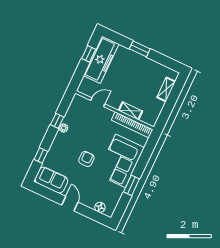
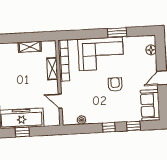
shelving: (166, 89) -> (30, 47), moved
window: (57, 121) -> (109, 127), moved
plant: (64, 128) -> (81, 120), moved
armchair: (86, 159) -> (115, 84), turned 90

